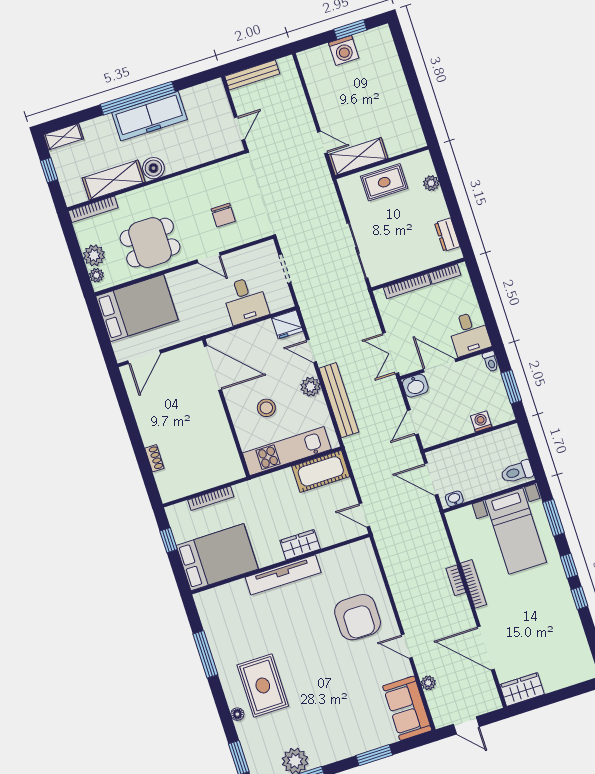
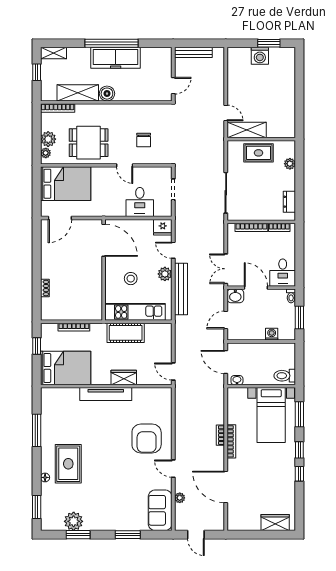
cot: (321, 471) -> (126, 333), moved
wardrobe: (522, 689) -> (275, 523), moved

